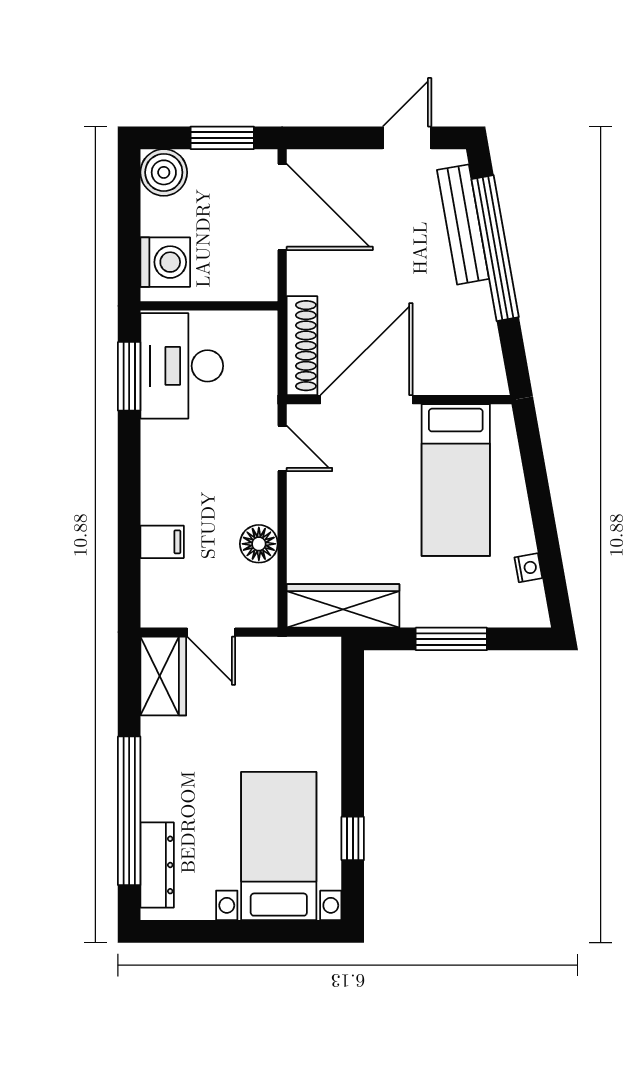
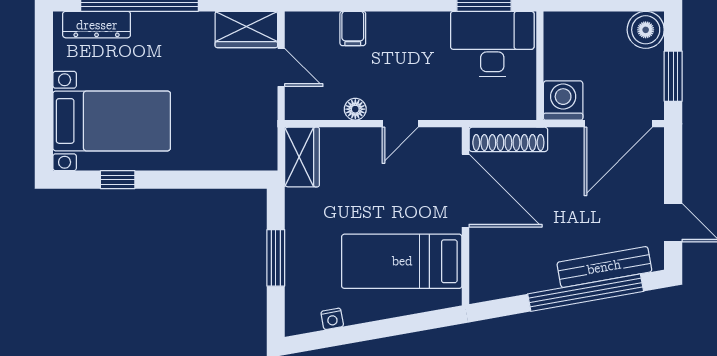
washing machine: (165, 262) -> (563, 100), moved, turned 180
door: (282, 448) -> (400, 124), moved
floor lamp: (259, 544) -> (355, 109), width x0.73, depth x0.73
wardrobe: (343, 606) -> (302, 157), width x0.67
door: (211, 632) -> (281, 67), swing flipped

